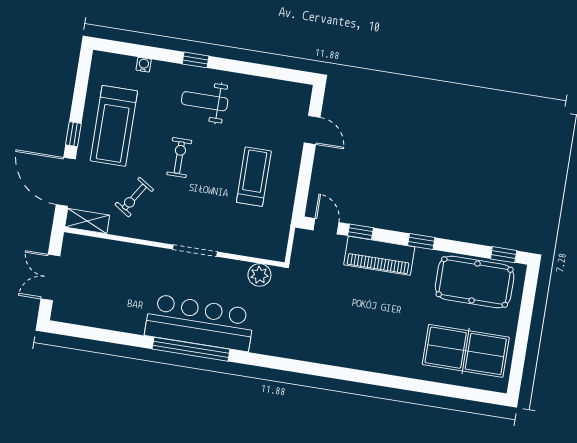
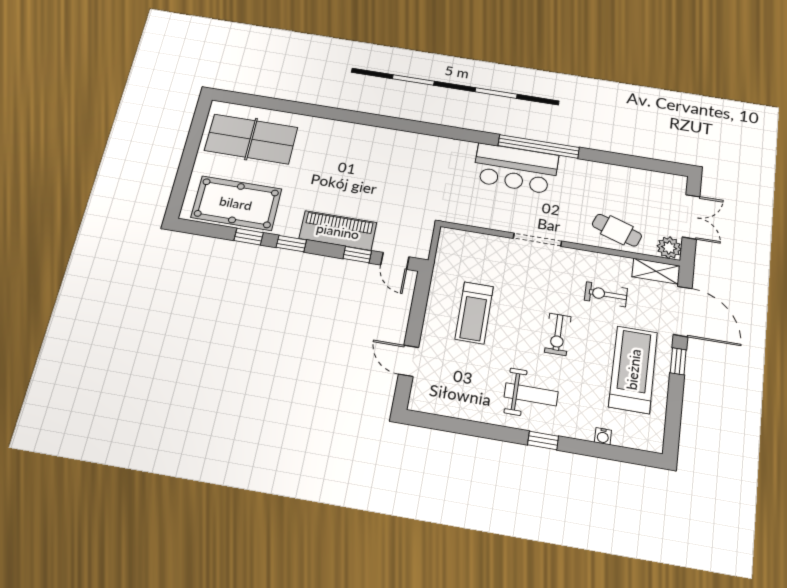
exercise bike: (134, 197) -> (606, 294), turned -123
window: (504, 255) -> (249, 237), moved
cafe table: (121, 262) -> (617, 230), added
plant: (259, 275) -> (669, 248), moved
bar counter: (200, 323) -> (516, 168), width x0.73

